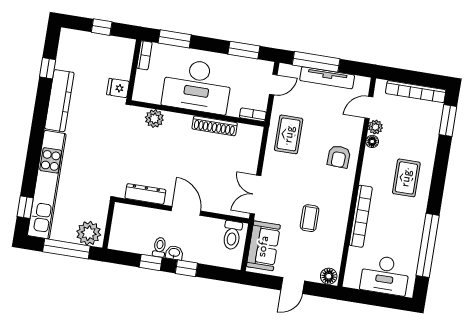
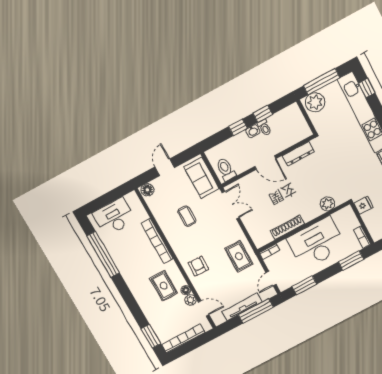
door: (369, 107) -> (204, 308), hinge flipped
rug: (406, 178) -> (164, 286), moved

